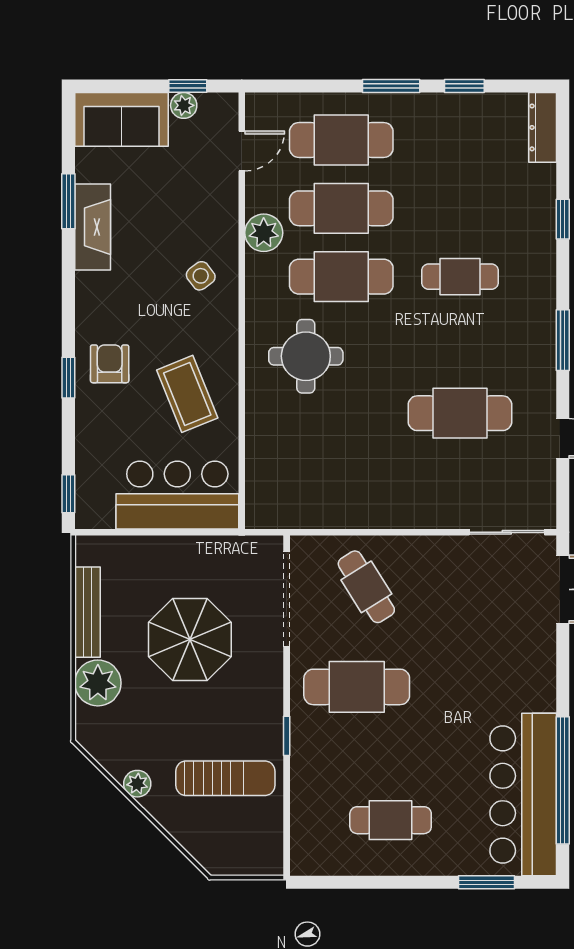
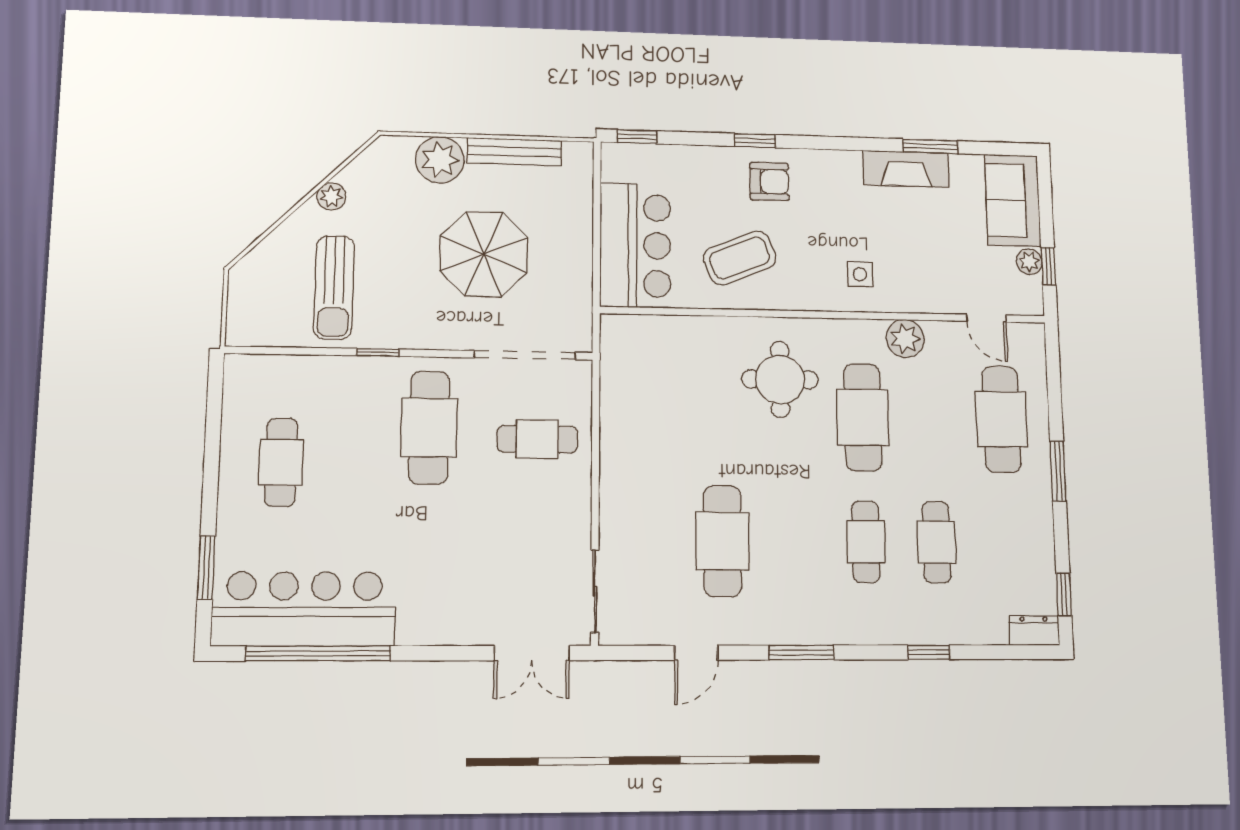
window: (464, 86) -> (1064, 594), moved
dresser: (543, 127) -> (1034, 630), width x0.70
cafe table: (341, 208) -> (937, 542), moved, width x0.73, depth x0.74
side table: (201, 276) -> (860, 274), turned 37
cafe table: (366, 587) -> (537, 439), turned 32

